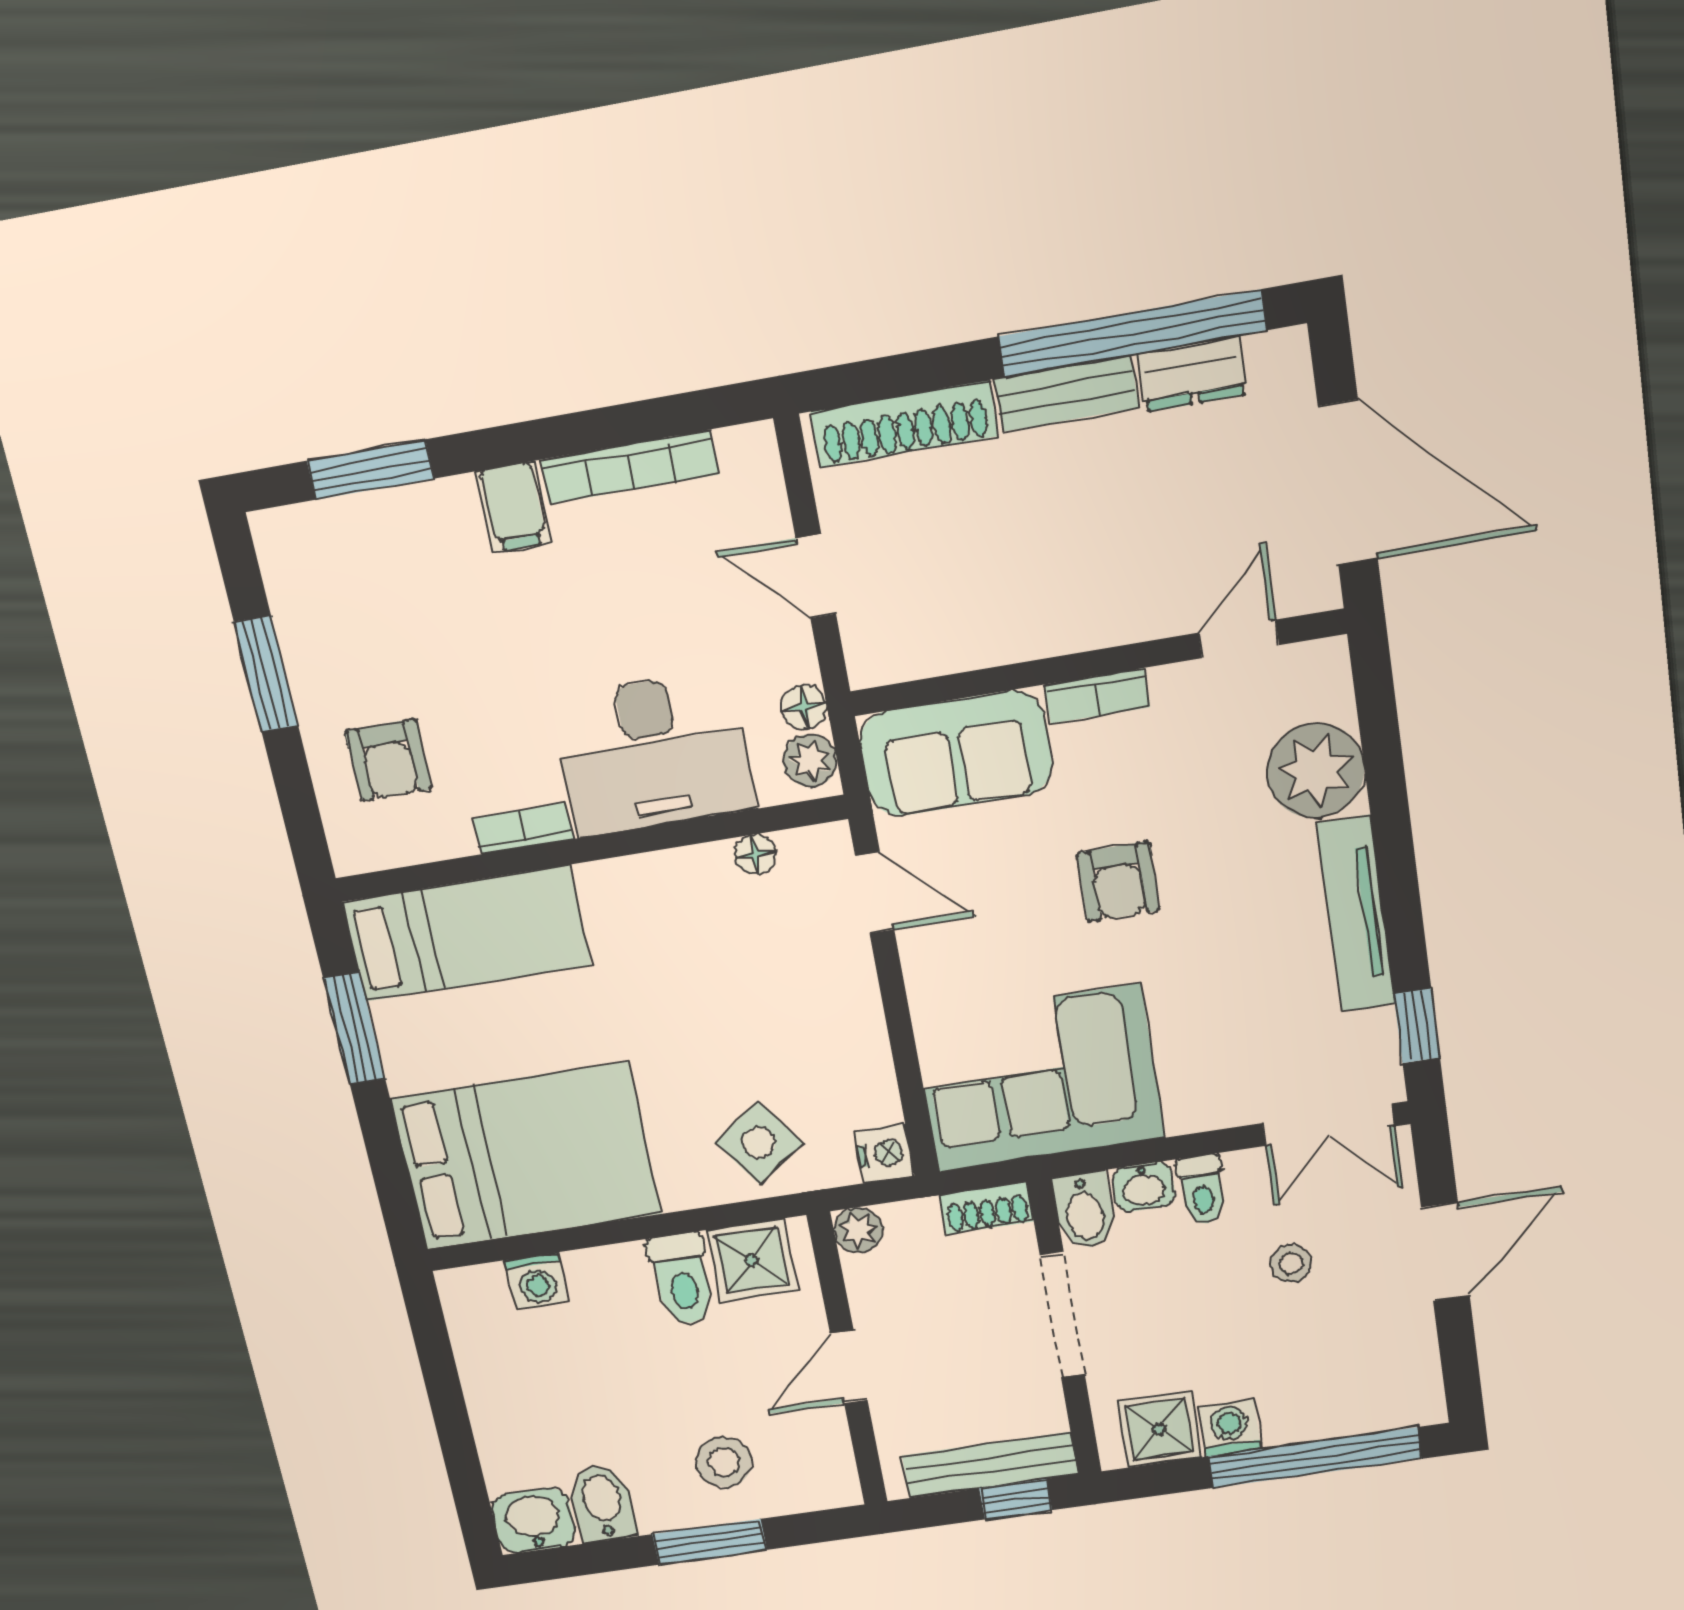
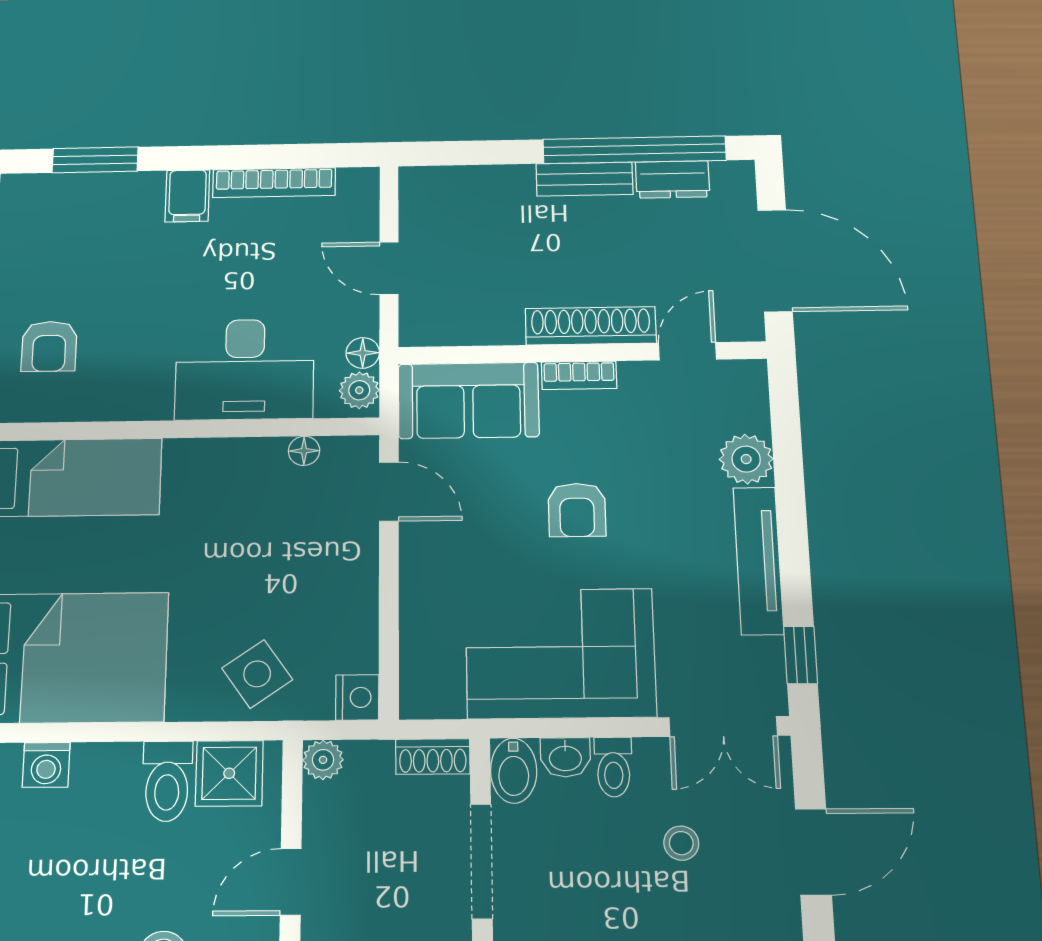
shoe rack: (904, 424) -> (591, 326), moved, turned 180
plant: (1316, 771) -> (746, 459), width x0.73, depth x0.73
bookcase: (523, 828) -> (135, 408), removed
corner sofa: (1039, 1079) -> (560, 653), moved

